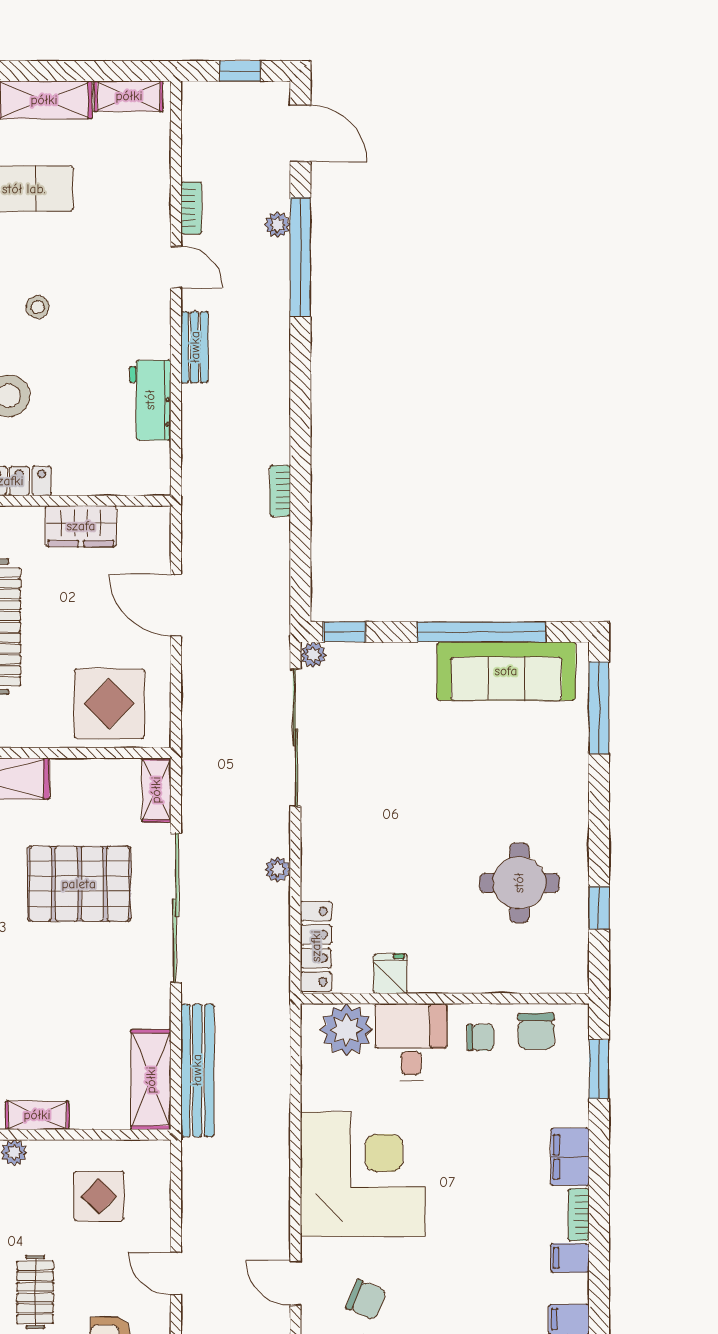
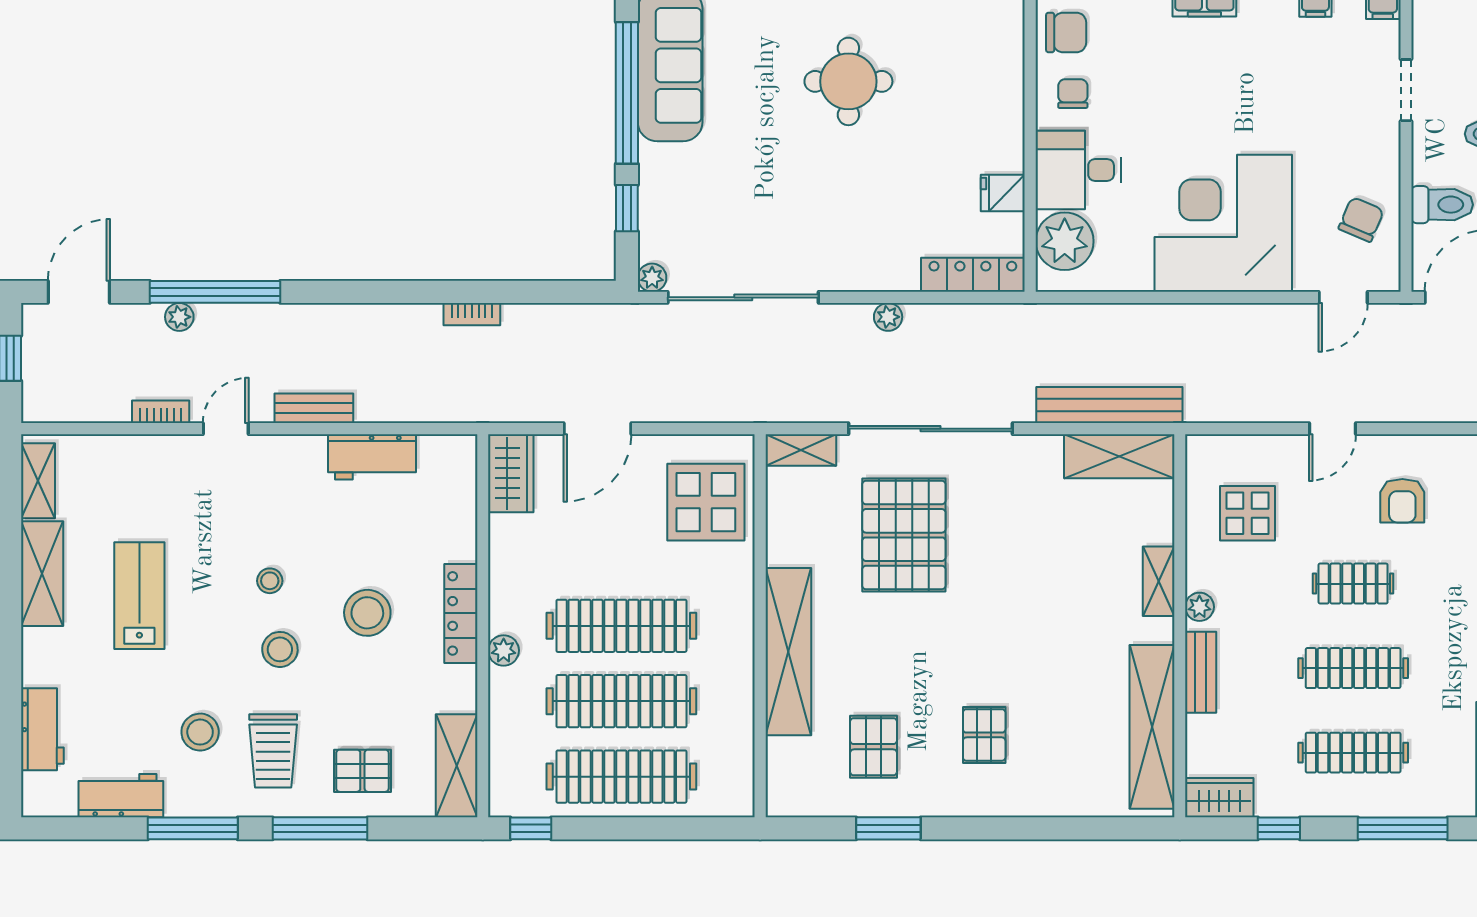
wardrobe: (81, 526) -> (511, 473), moved
window: (344, 632) -> (627, 208), moved
round table: (519, 883) -> (848, 81), moved

